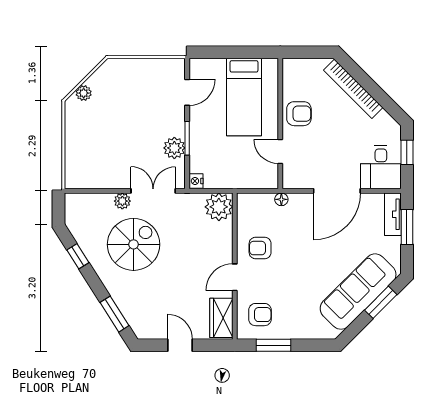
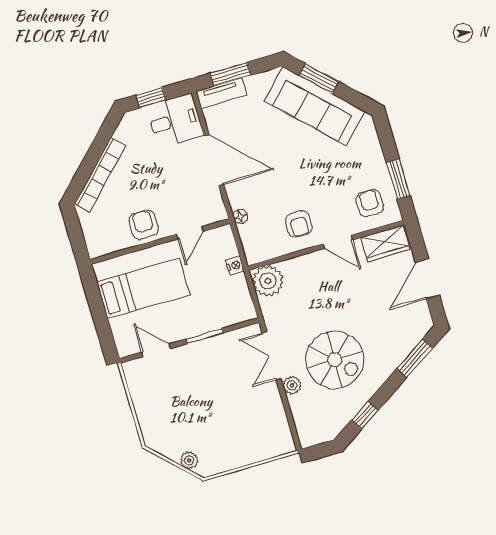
plant: (174, 148) -> (219, 347), removed
nightstand: (196, 181) -> (235, 265), moved, turned -90
spiral stairs: (134, 244) -> (335, 360), turned 180
door: (180, 345) -> (427, 279), width x1.38

